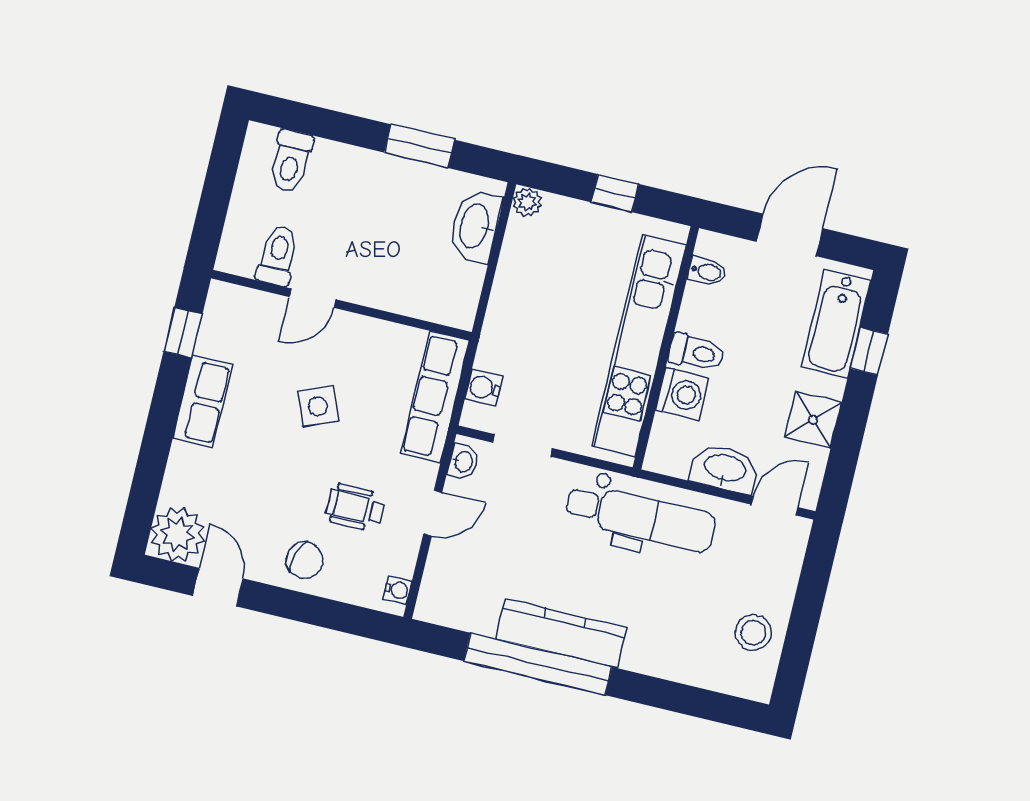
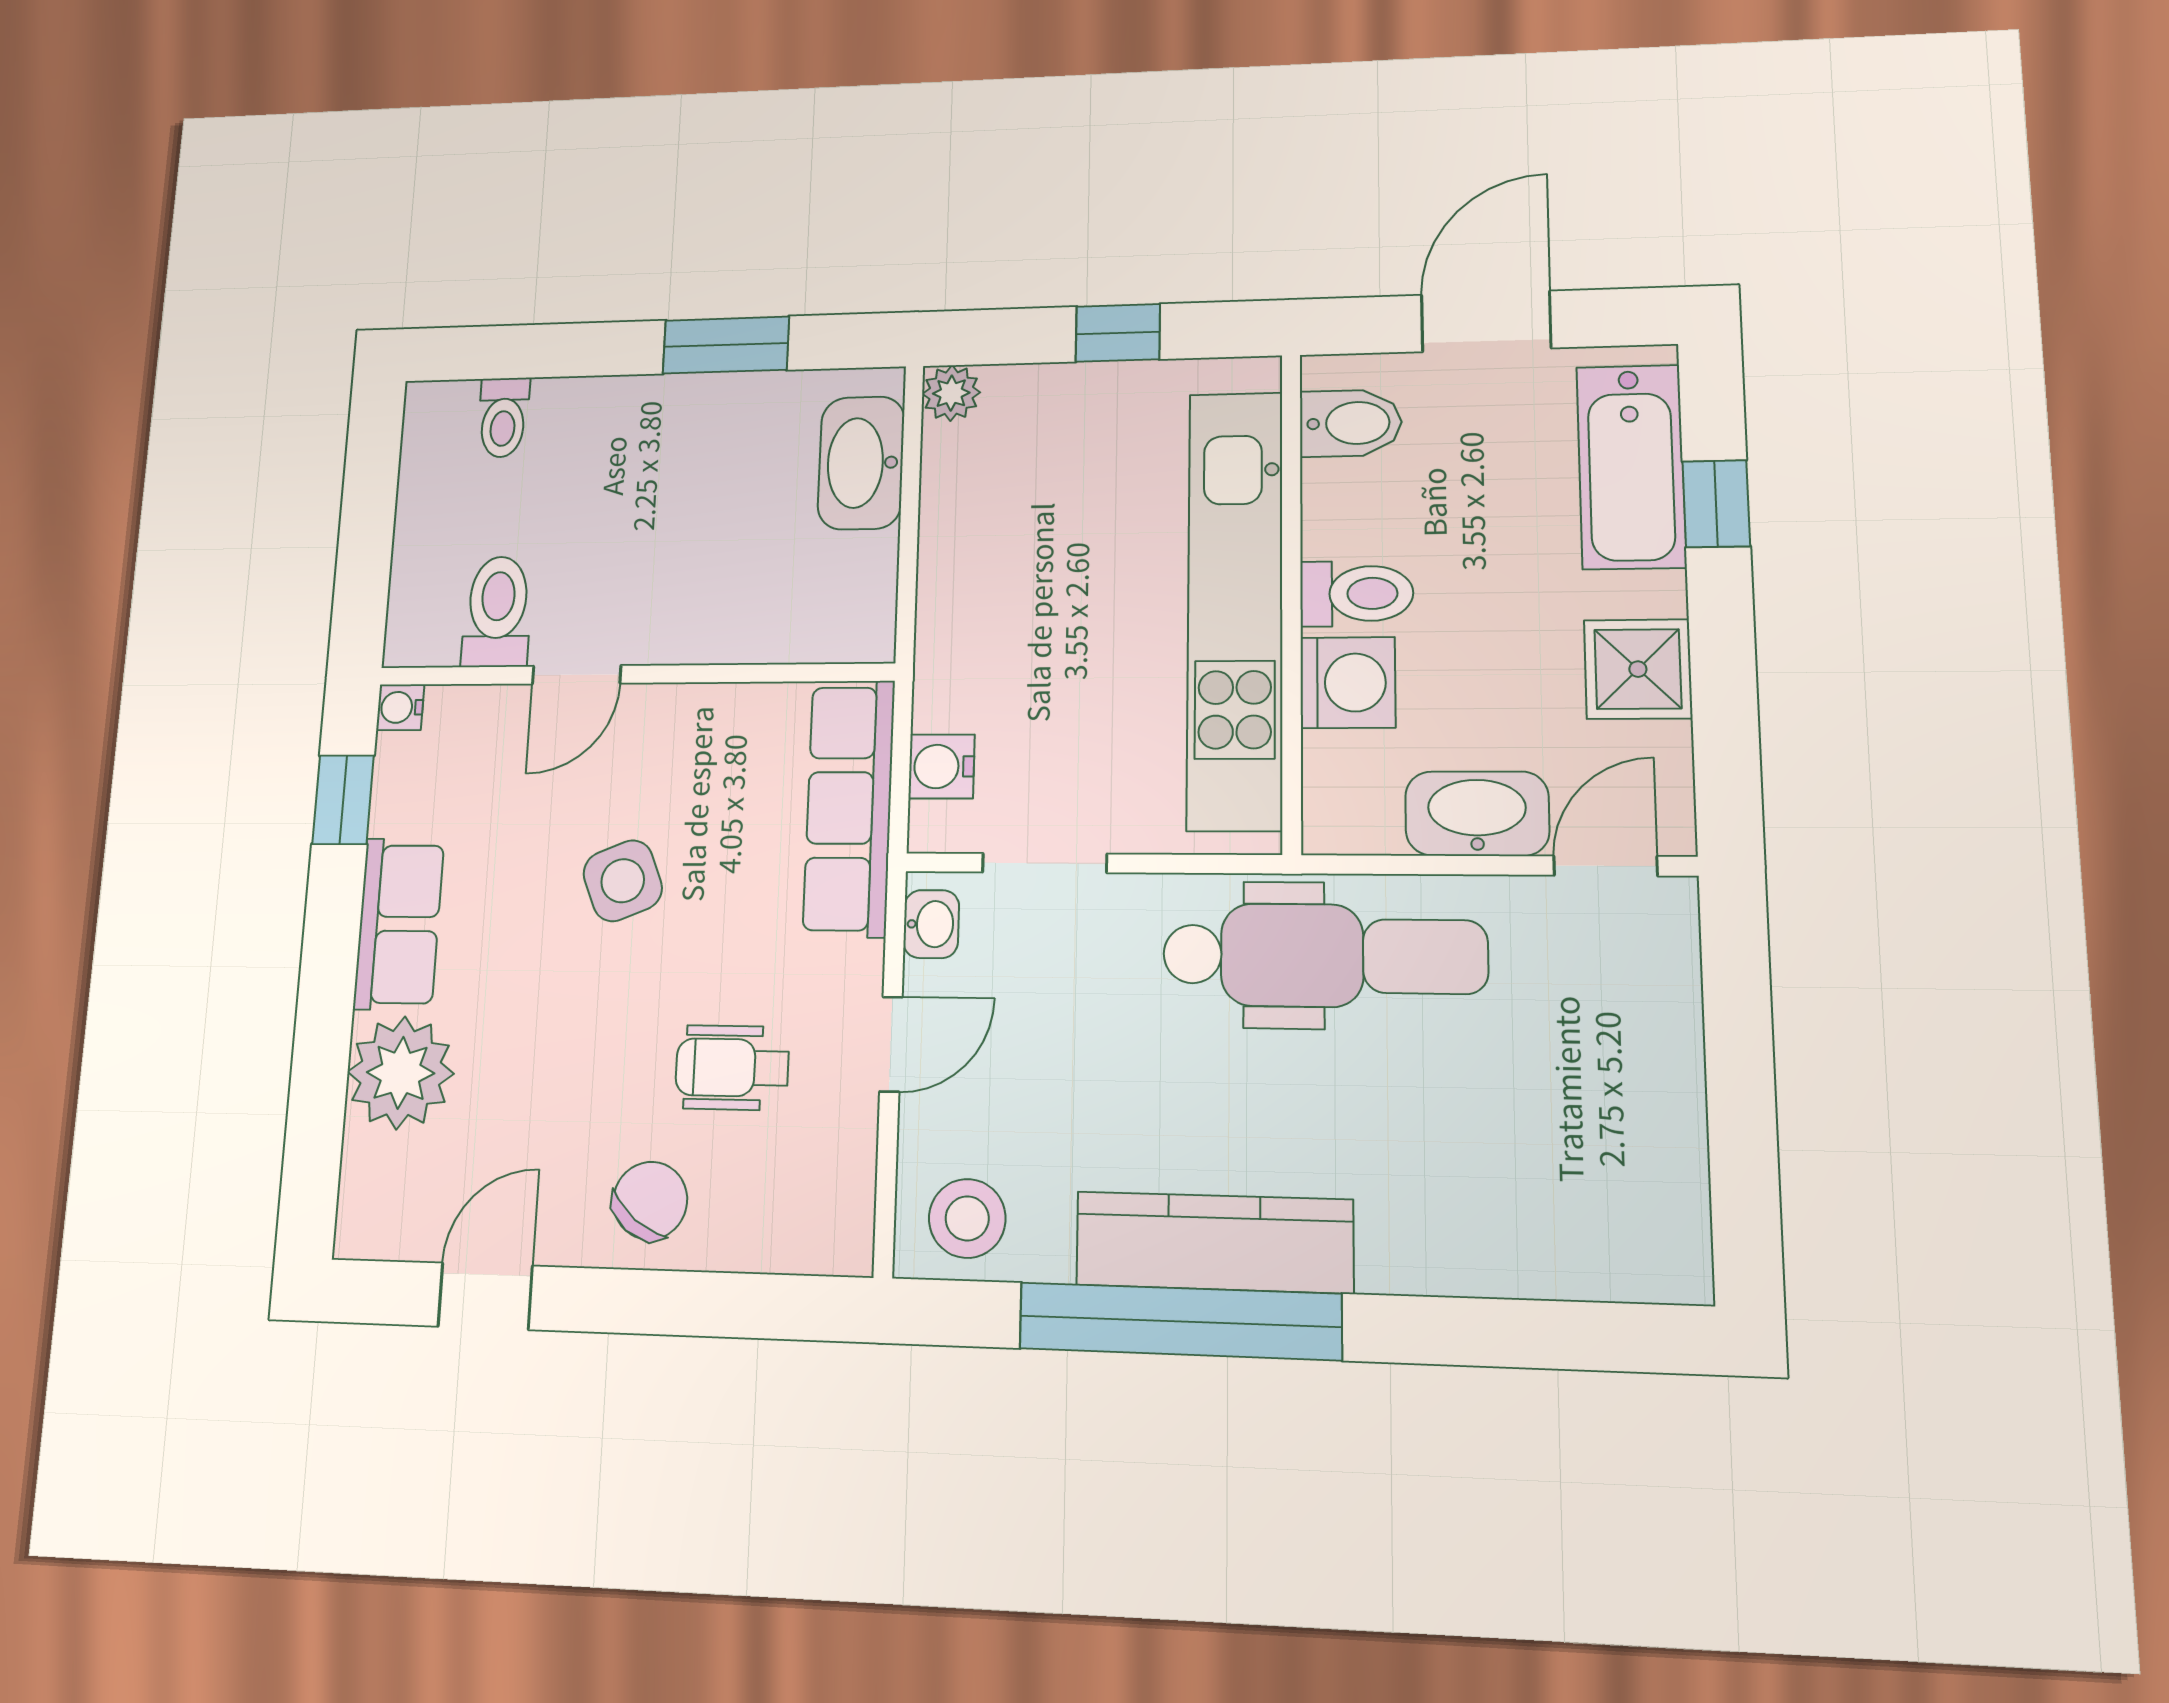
toilet: (291, 161) -> (503, 417), width x0.73, depth x0.72
bidet: (707, 272) -> (1351, 423), width x1.38, depth x1.36
plant: (178, 534) -> (401, 1073), moved
chair: (305, 560) -> (650, 1201), turned -69
door: (218, 587) -> (485, 1296), hinge flipped
water cooler: (398, 590) -> (400, 707), moved, turned 180
stool: (753, 633) -> (967, 1218), moved

